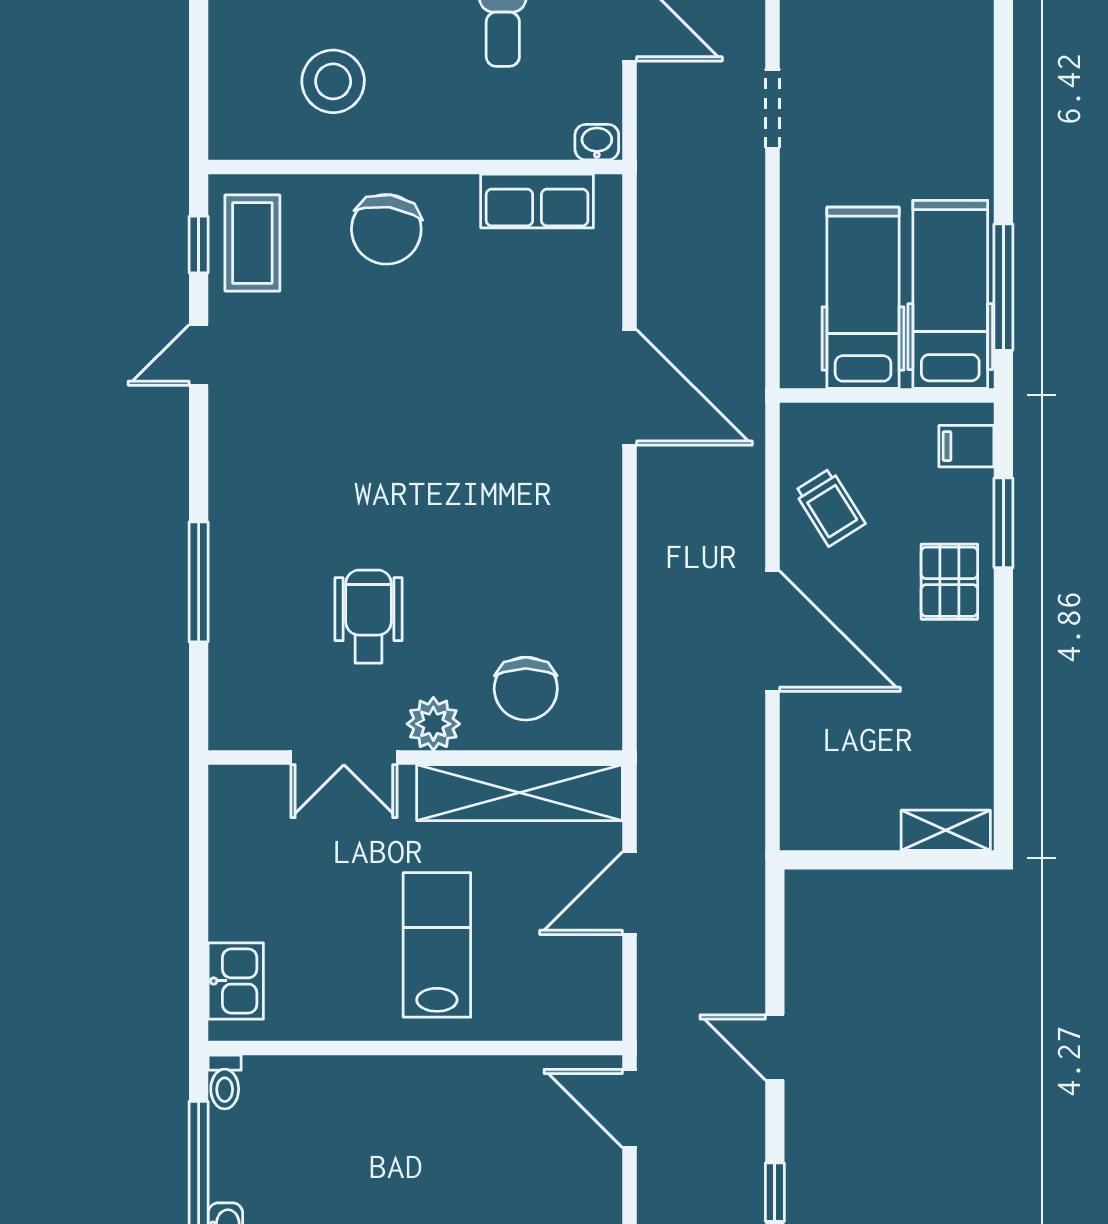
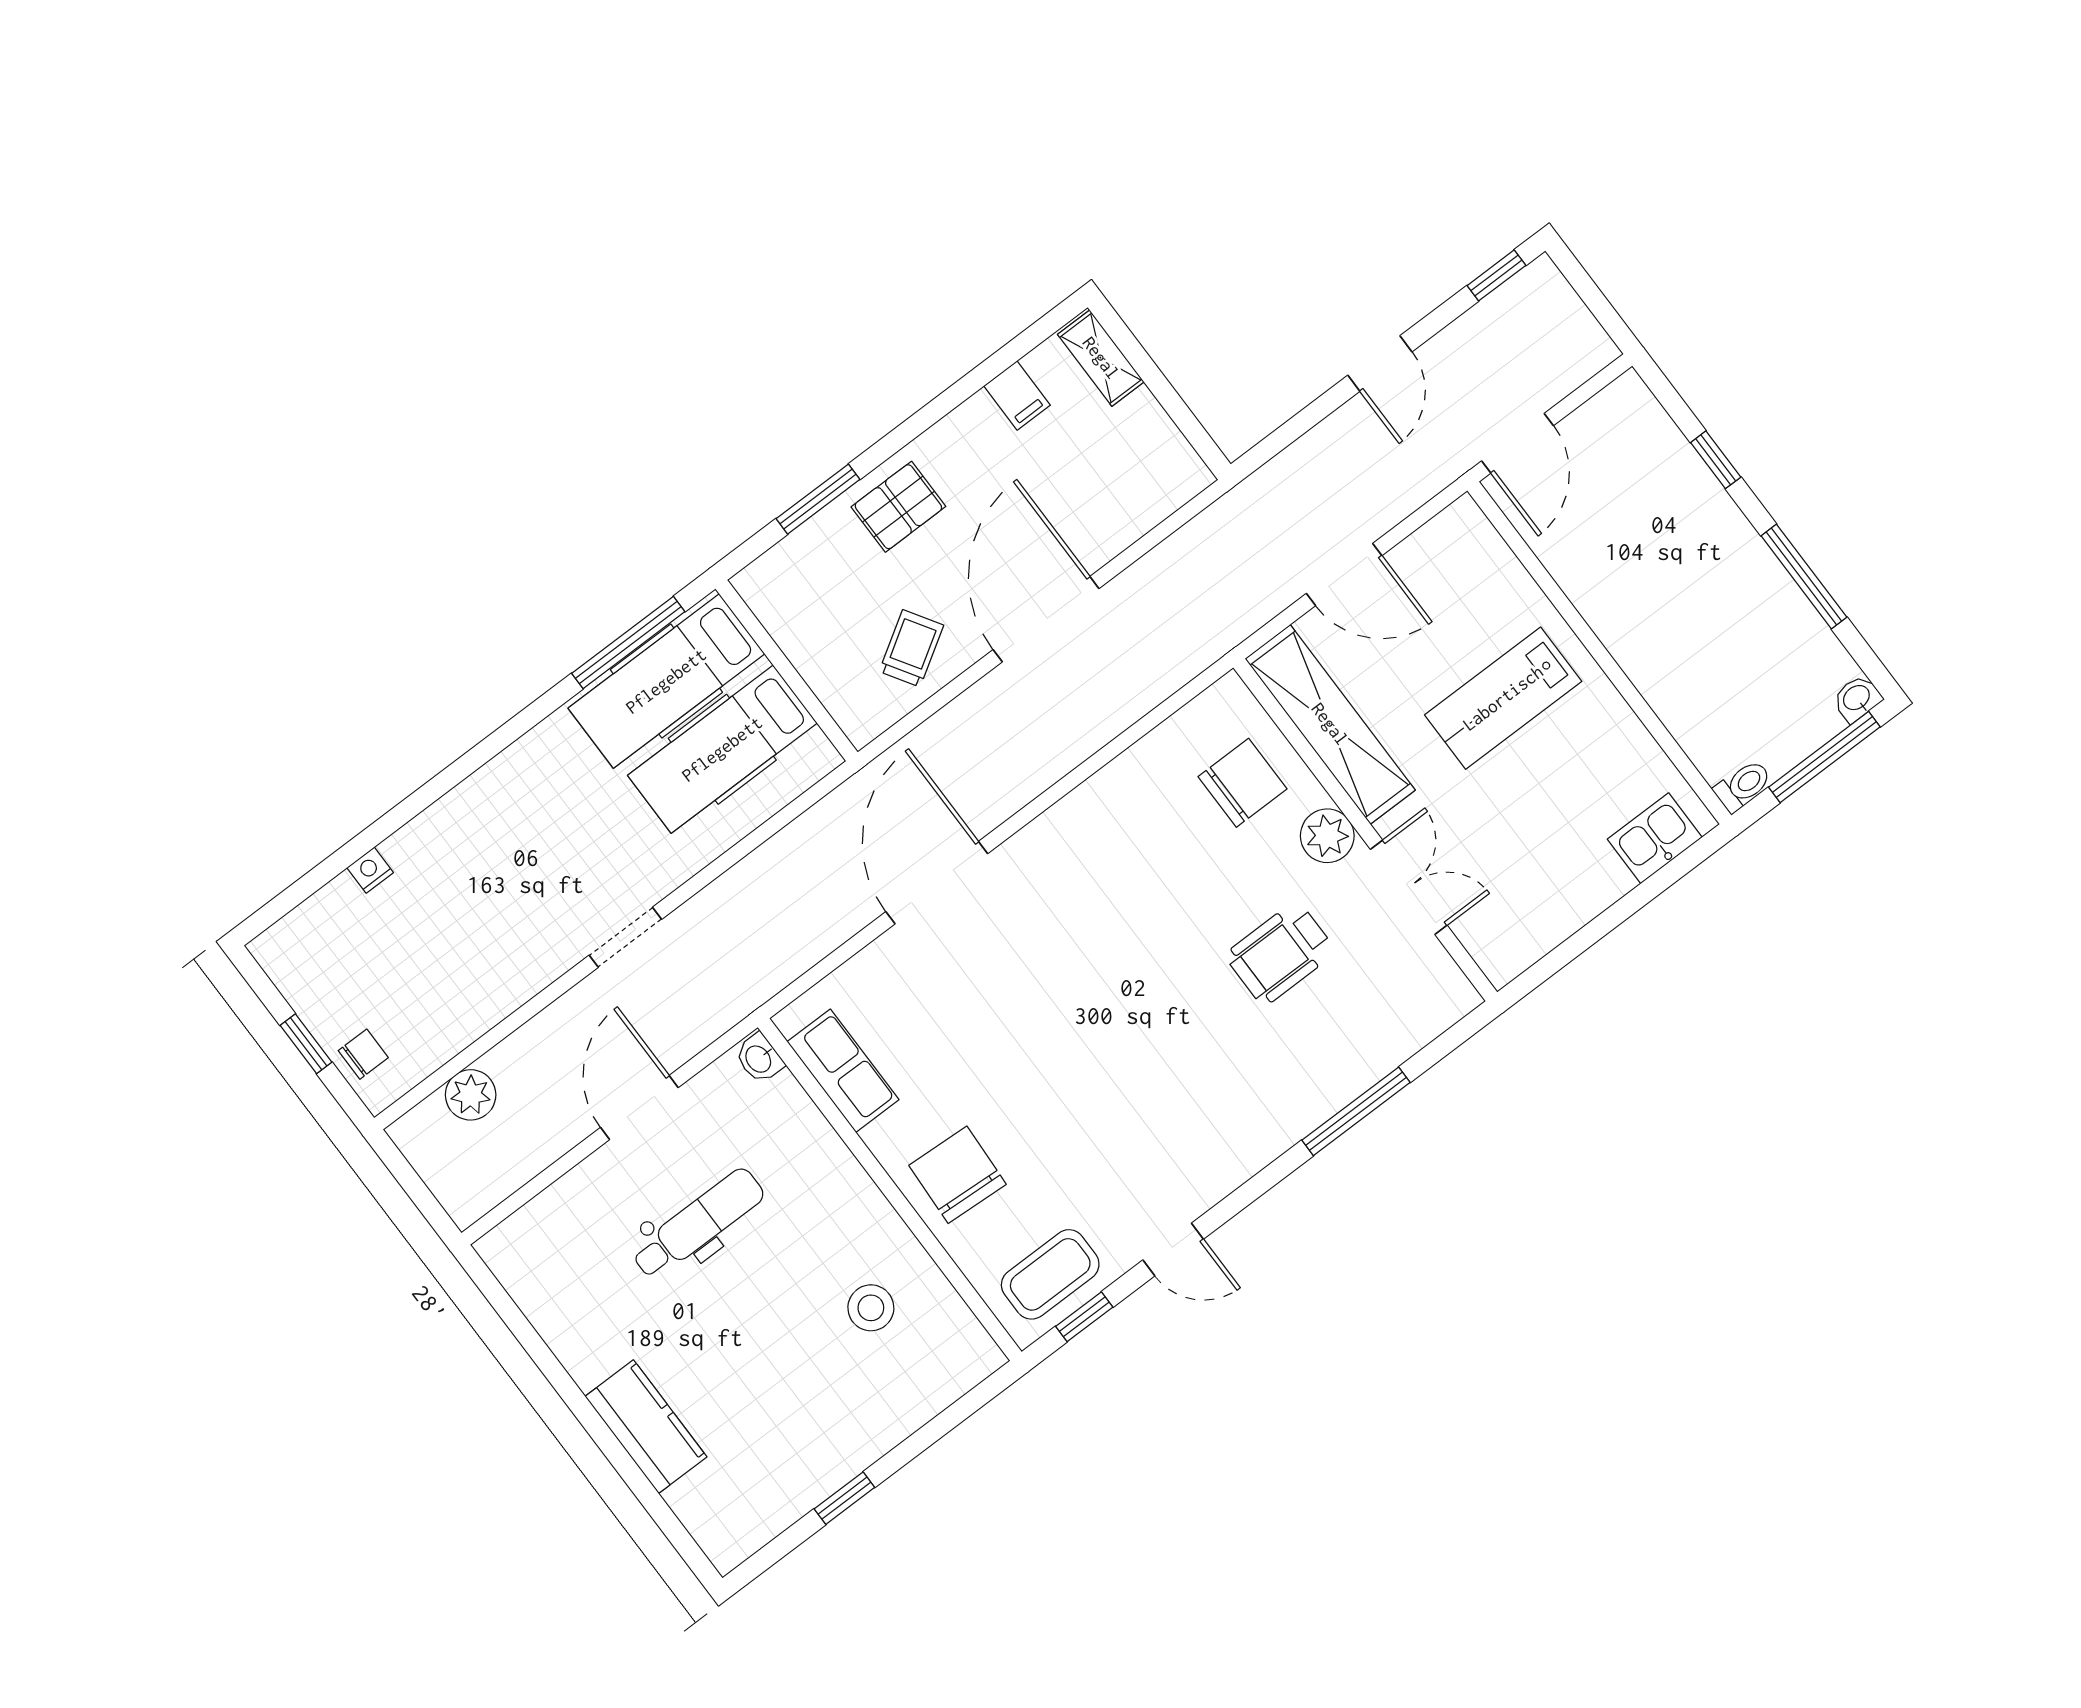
stool: (333, 81) -> (871, 1308), width x0.73, depth x0.73
chair: (386, 229) -> (958, 1175), turned -95
filing cabinet: (966, 446) -> (1017, 396), moved

